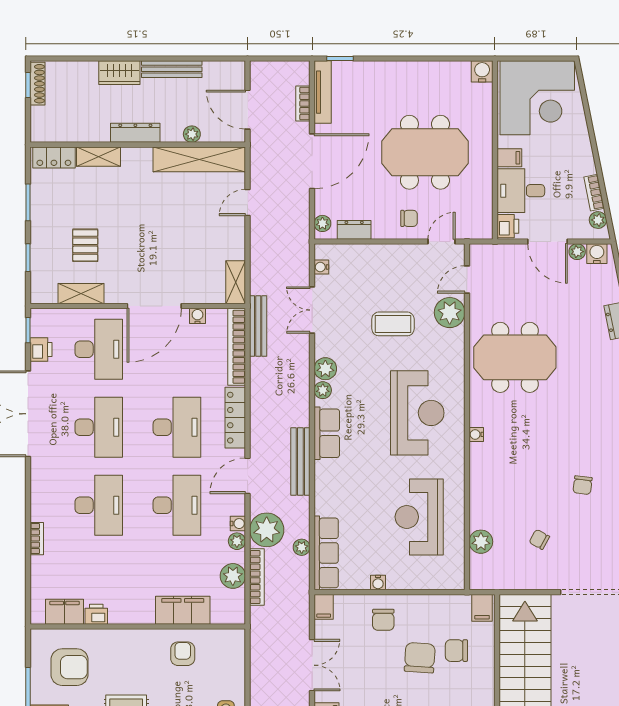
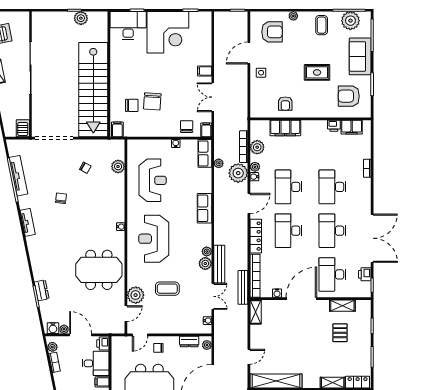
row of seats: (327, 433) -> (204, 208), moved
bench: (300, 462) -> (219, 264), moved
row of seats: (326, 553) -> (205, 153), width x0.68
chair: (383, 620) -> (187, 127), moved

